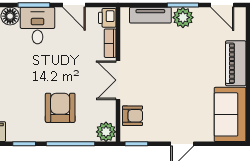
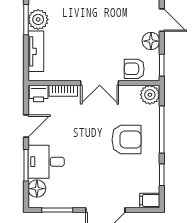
armchair: (60, 108) -> (126, 140), turned 180
armchair: (133, 116) -> (134, 69), turned -90
floor lamp: (161, 133) -> (151, 41), added

